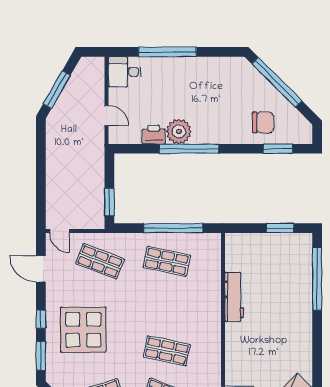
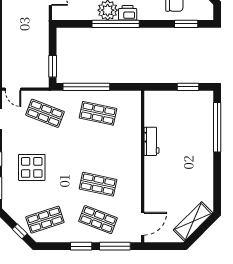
printer: (154, 135) -> (128, 13), moved
window: (173, 228) -> (86, 87), moved
workbench: (234, 297) -> (151, 141), width x0.73
display table: (83, 330) -> (32, 167), width x0.73, depth x0.73

